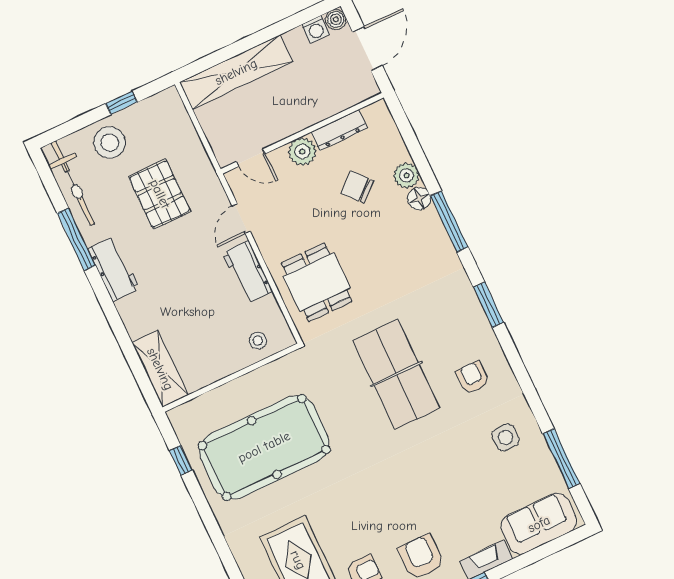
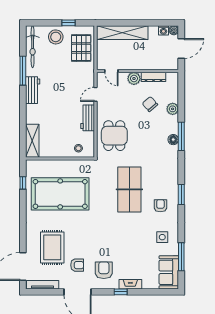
pallet: (160, 194) -> (81, 48), moved
floor lamp: (419, 199) -> (173, 140), moved
window: (489, 305) -> (181, 195), moved
sofa: (539, 524) -> (169, 272), moved, turned -90

